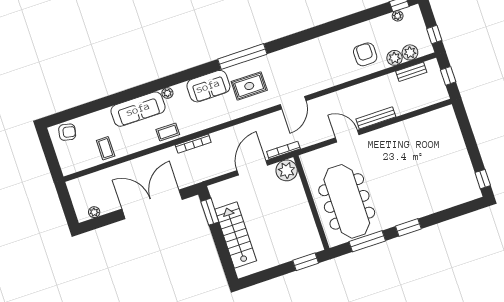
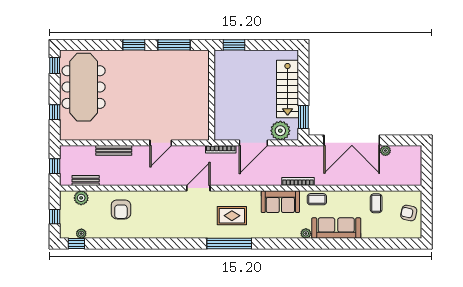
window: (434, 35) -> (55, 217), moved
plant: (395, 58) -> (96, 198), removed
sofa: (208, 86) -> (280, 202), moved, turned 180
bench: (376, 118) -> (114, 150), moved
window: (467, 131) -> (55, 112), added
armchair: (67, 132) -> (409, 213), moved
door: (347, 136) -> (161, 143), hinge flipped
plant: (287, 170) -> (280, 131), moved
meeting table: (347, 201) -> (84, 87), moved
plant: (94, 212) -> (385, 151), moved

